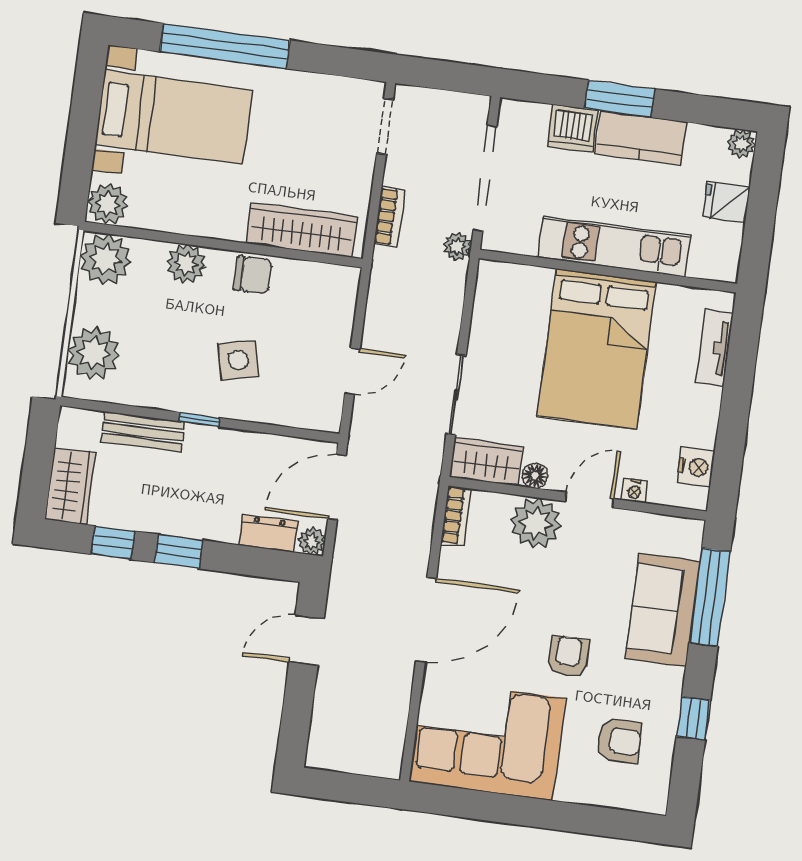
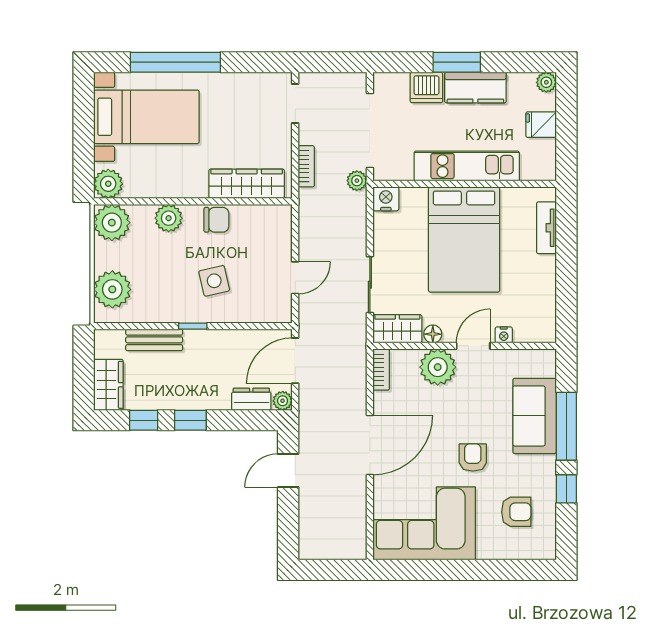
nightstand: (696, 467) -> (386, 199), moved, turned -90
window: (710, 597) -> (566, 426), moved

